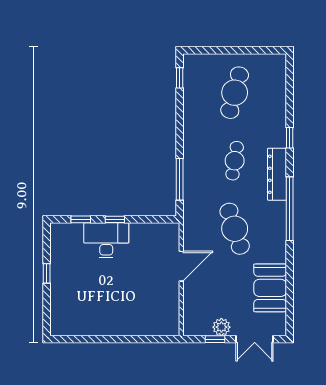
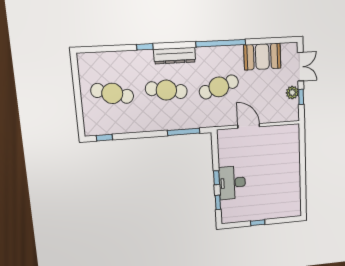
cafe table: (235, 161) -> (166, 90), width x1.37, depth x1.35
window: (290, 209) -> (221, 43), moved

